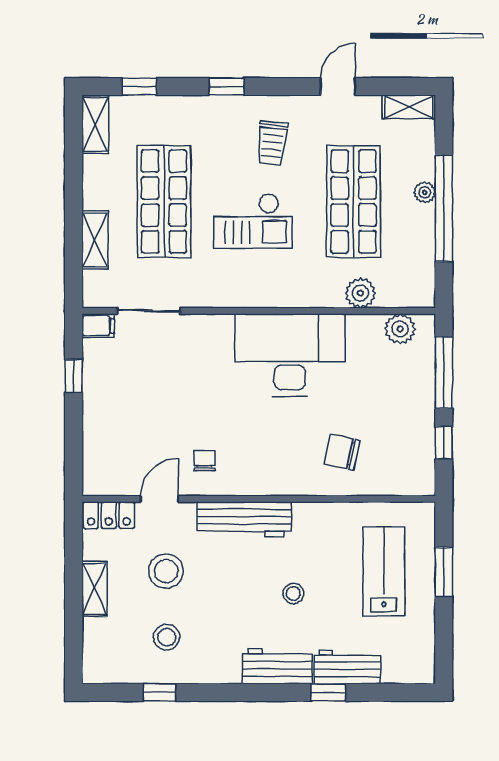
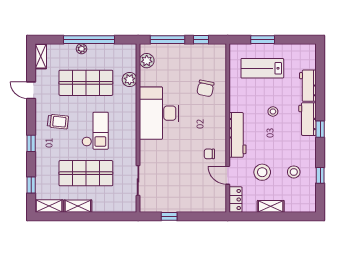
shelving: (95, 240) -> (78, 206), moved
filing cabinet: (98, 326) -> (145, 205), removed
window: (328, 692) -> (320, 129), moved

